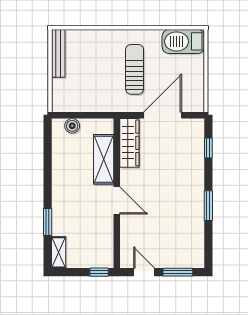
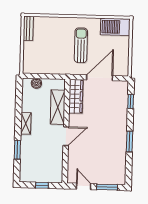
bench: (58, 53) -> (28, 28), width x0.73
door: (117, 201) -> (66, 136), hinge flipped
shelving: (59, 252) -> (26, 123), moved
window: (99, 272) -> (42, 185), moved

